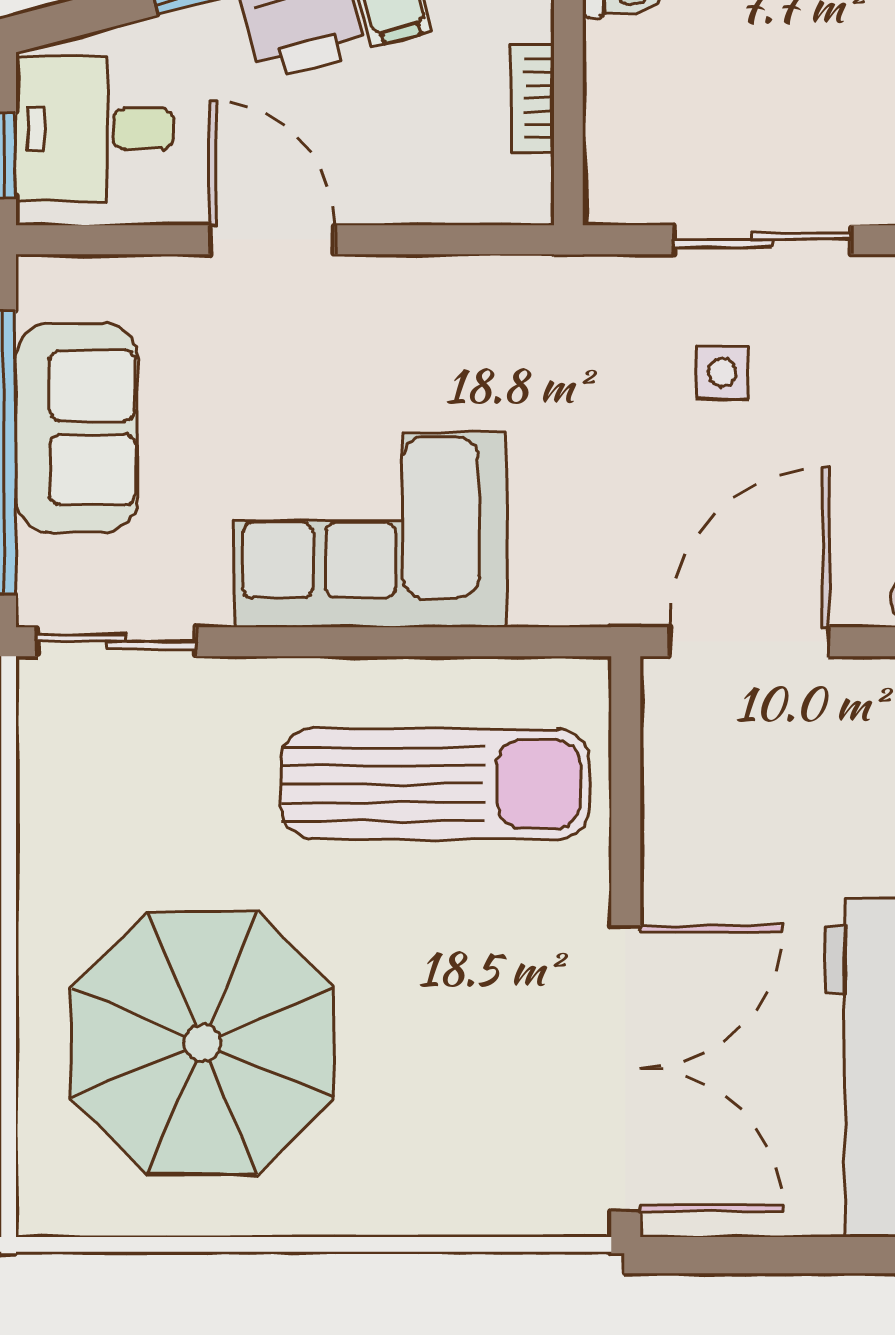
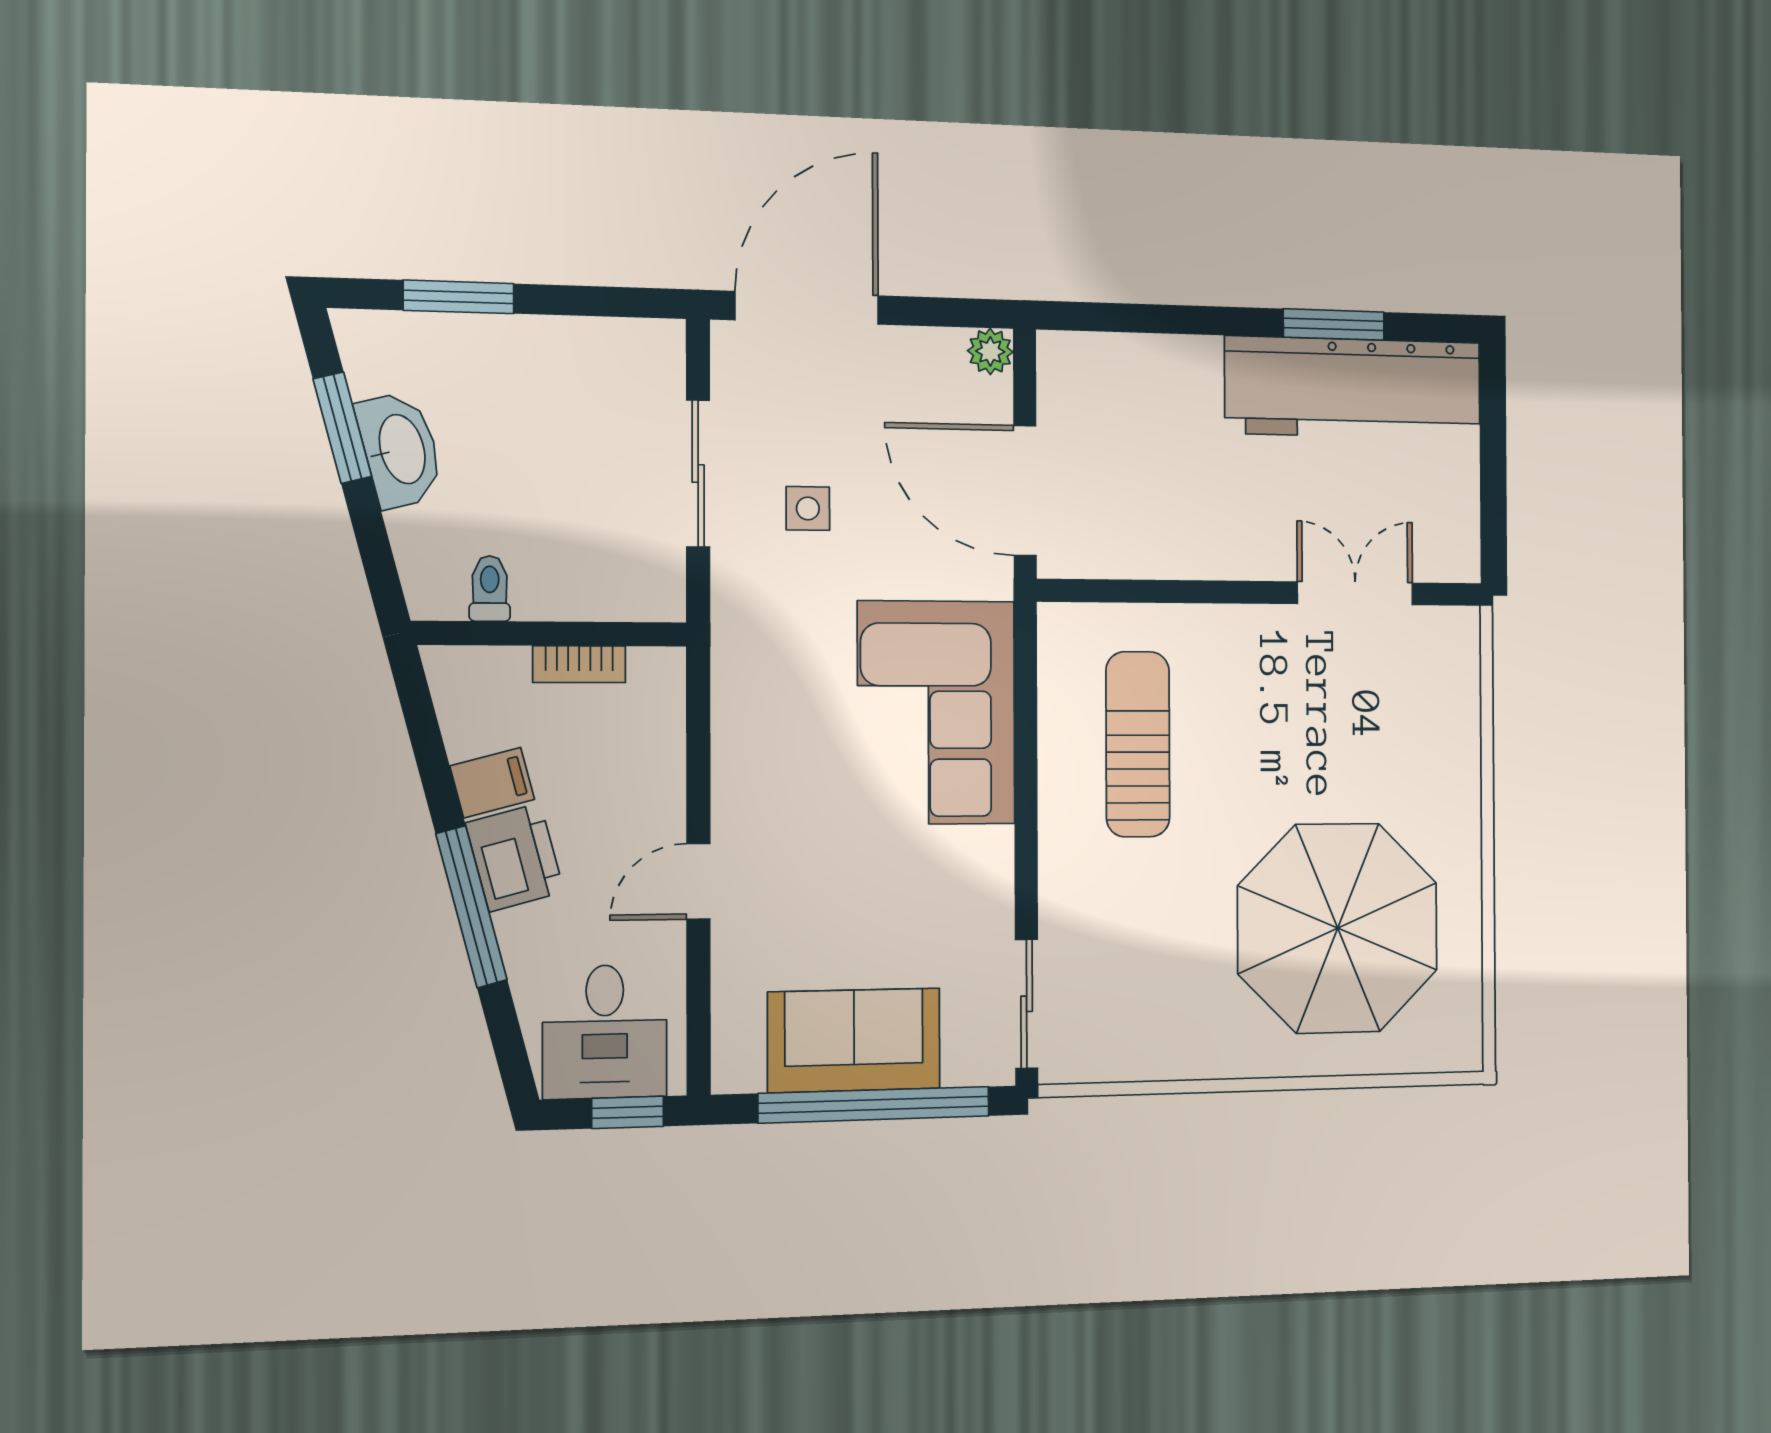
door: (272, 240) -> (698, 881), width x0.73
corner sofa: (370, 530) -> (936, 712), moved
sun lounger: (435, 784) -> (1138, 744), width x0.73, depth x0.75
double door: (626, 1068) -> (1355, 593), width x0.54

